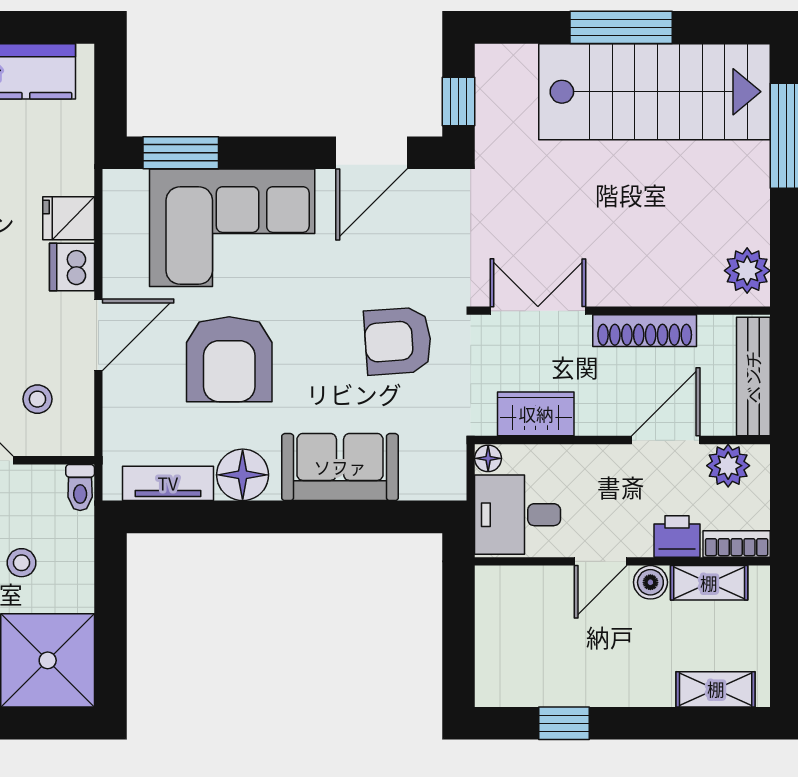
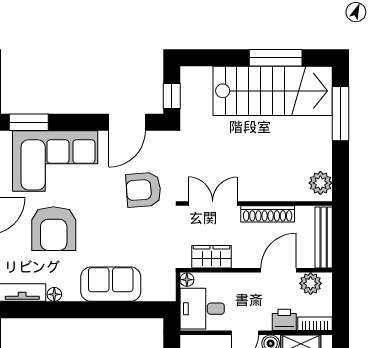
window: (621, 27) -> (276, 58), moved
armchair: (398, 341) -> (143, 190), moved
floor lamp: (243, 475) -> (54, 294), width x0.53, depth x0.53

